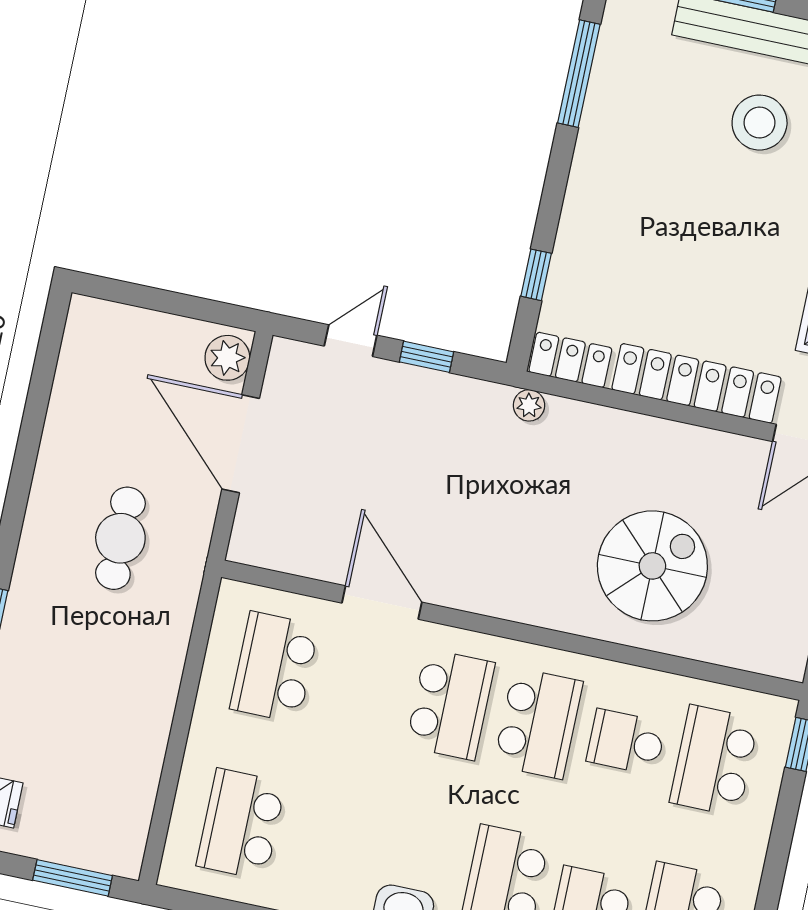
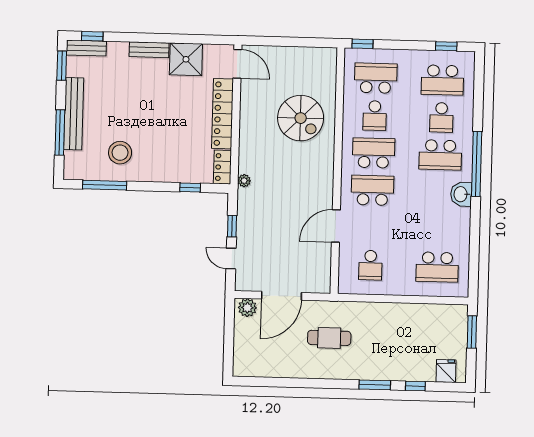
stool: (760, 123) -> (120, 153), moved
spiral stairs: (652, 566) -> (301, 118), turned 180
school desk: (274, 667) -> (370, 265), width x0.54
school desk: (714, 761) -> (376, 78), turned 180

